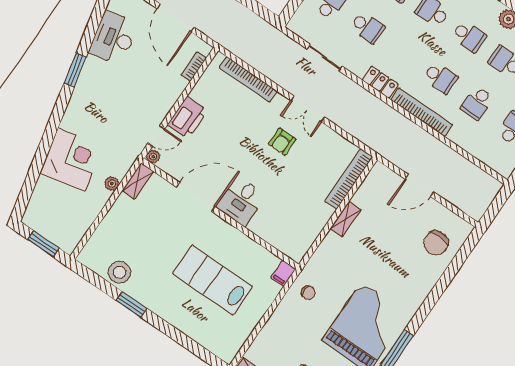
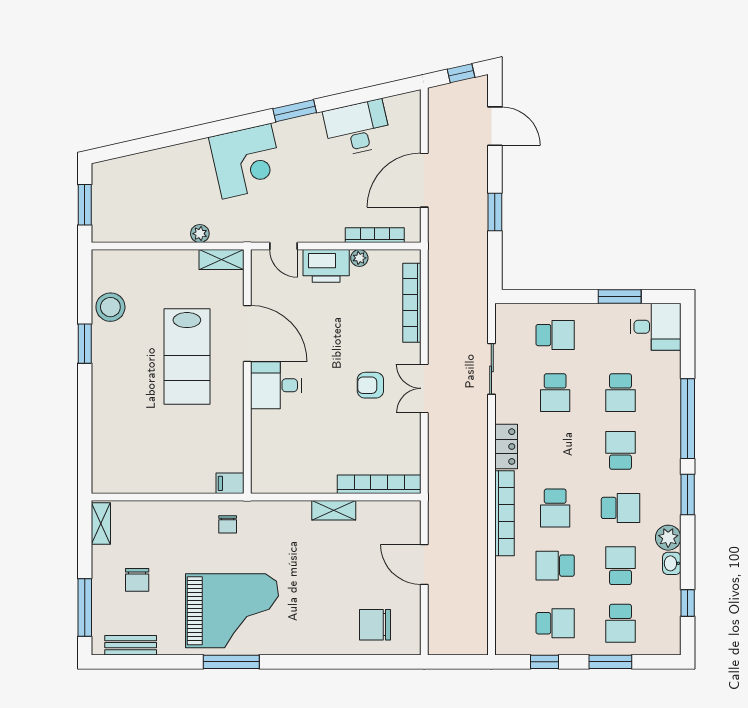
school desk: (469, 36) -> (620, 508), turned -90
bookcase: (194, 67) -> (375, 235), width x1.56
plant: (153, 157) -> (359, 258), moved
corner desk: (71, 160) -> (247, 161), moved
lab bench: (212, 280) -> (187, 357), moved, turned 180

